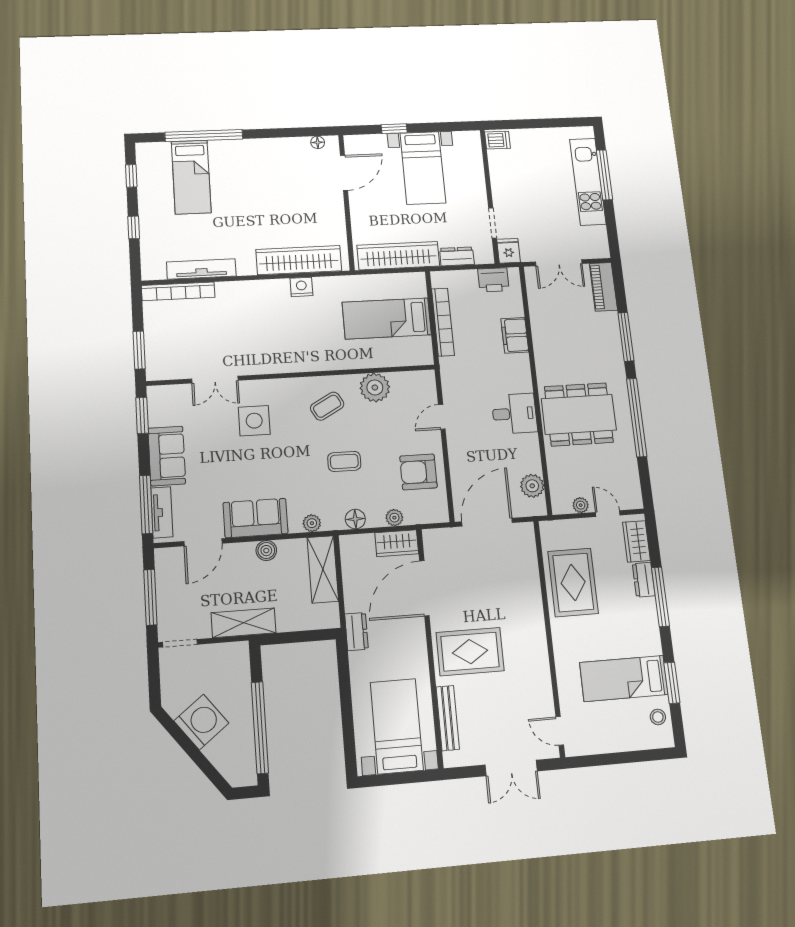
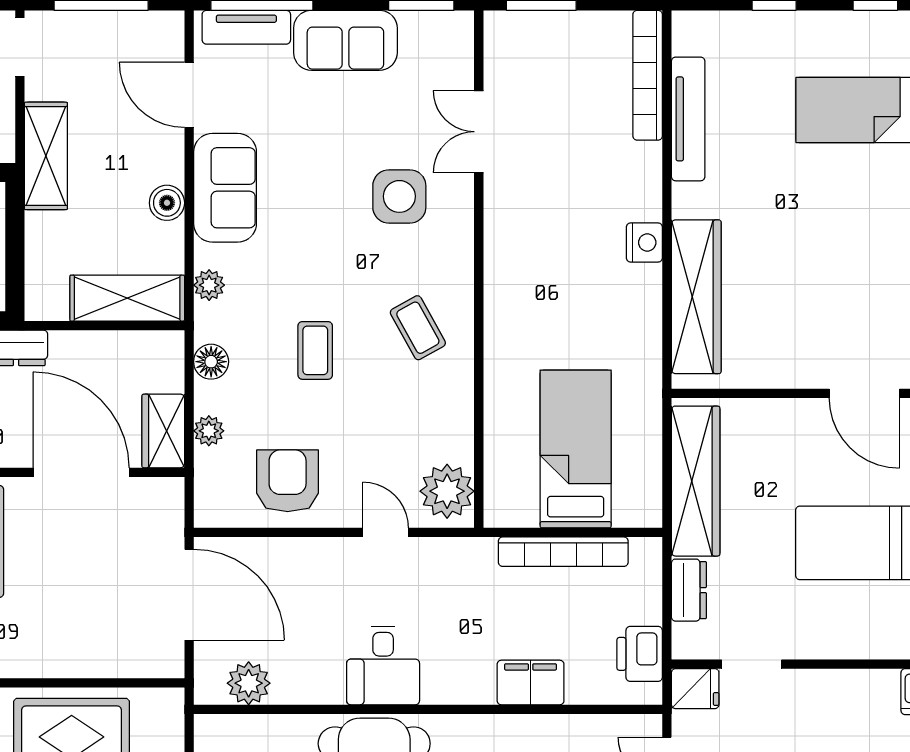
nightstand: (301, 287) -> (644, 242), moved
plant: (375, 388) -> (447, 491), moved

